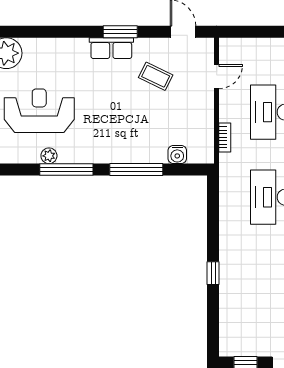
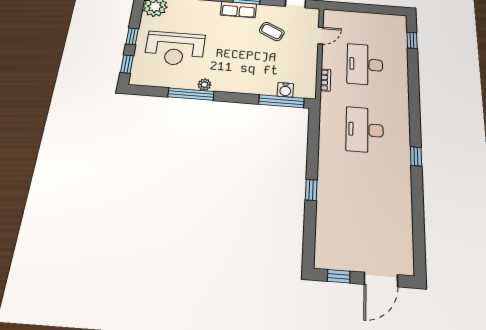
reception desk: (39, 111) -> (175, 49), turned 180
plant: (49, 156) -> (204, 85), moved
window: (136, 170) -> (282, 101), moved

